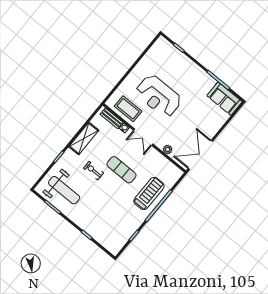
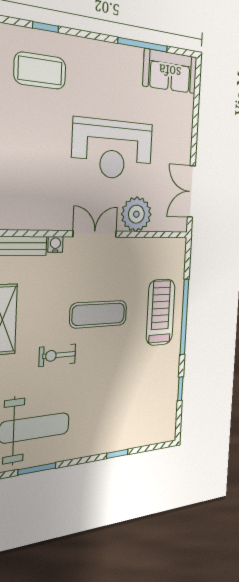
reception desk: (159, 96) -> (113, 149), moved
coffee table: (128, 109) -> (40, 71), moved
double door: (143, 137) -> (95, 234), swing flipped
plant: (168, 149) -> (136, 214), width x1.88, depth x1.88
double door: (200, 155) -> (191, 192), width x0.73

